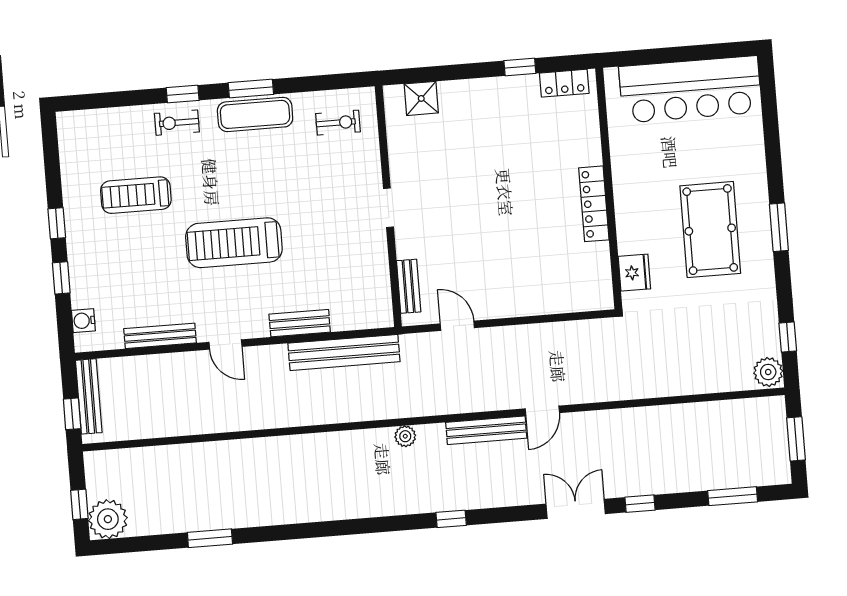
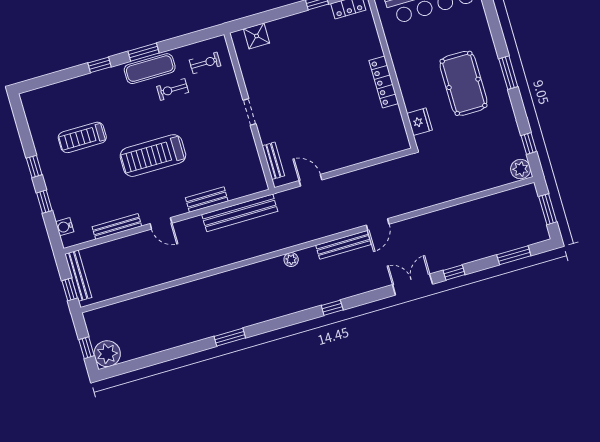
exercise bike: (177, 123) -> (173, 89), moved
window: (210, 538) -> (230, 337), moved

